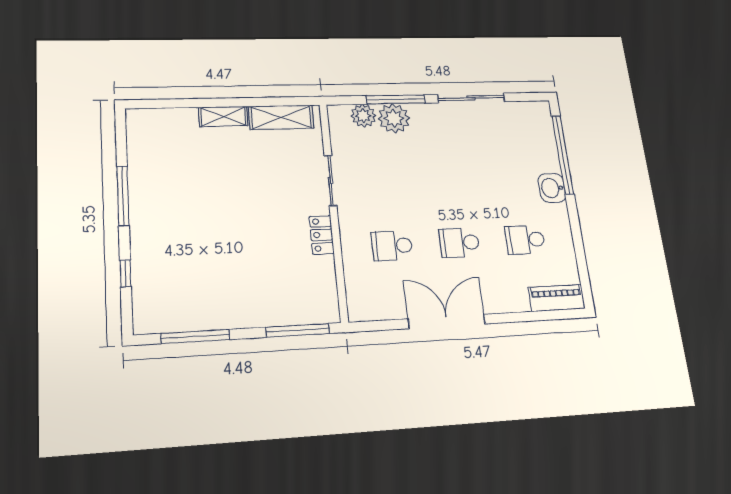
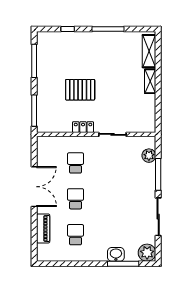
shelving: (281, 117) -> (149, 51), moved
plant: (394, 118) -> (147, 253), moved
window: (563, 155) -> (123, 264), width x0.68
washbasin: (552, 188) -> (116, 254), moved
pallet: (248, 243) -> (80, 90), added
piano: (557, 298) -> (43, 228), moved

